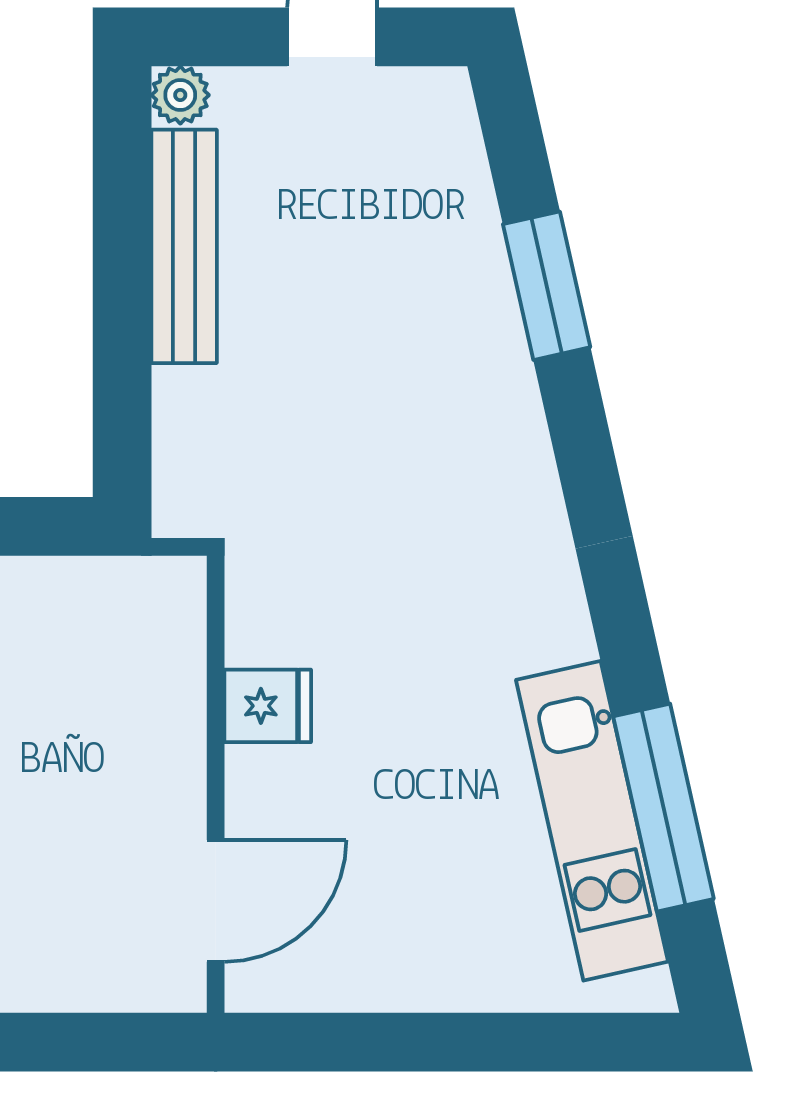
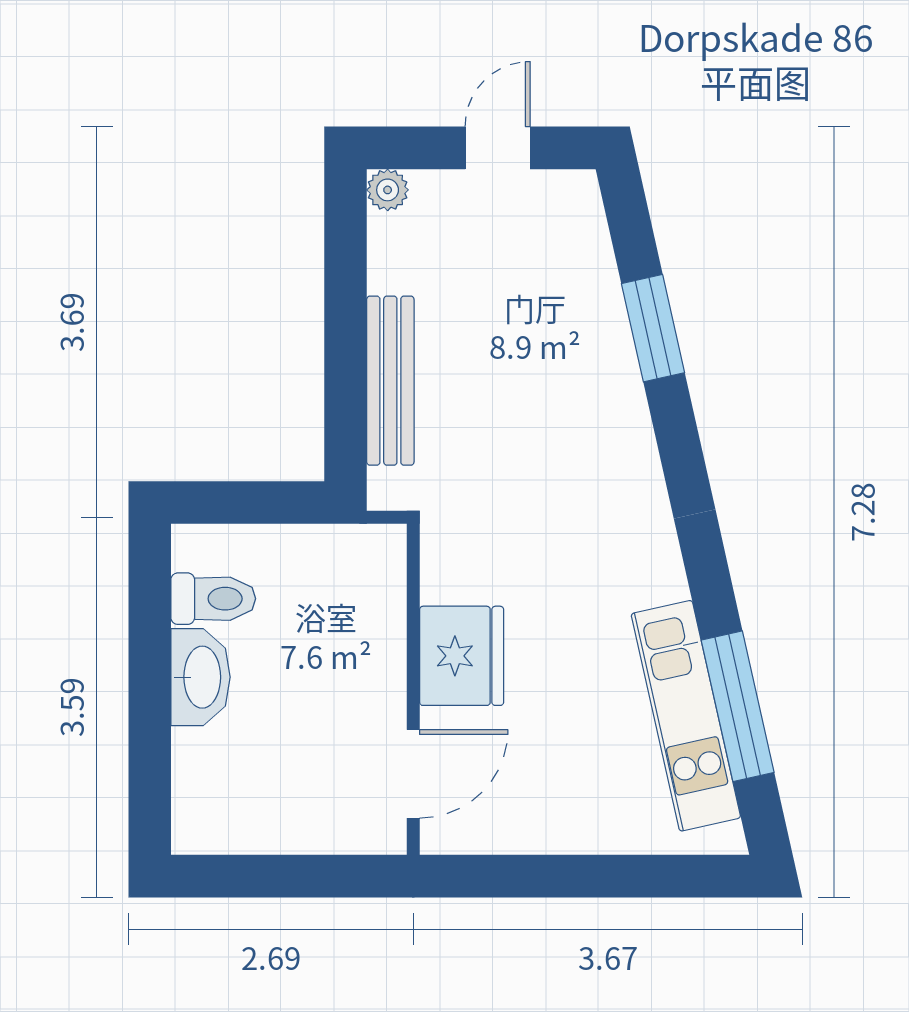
bench: (184, 246) -> (390, 381), moved
fridge: (268, 706) -> (462, 656), width x1.88, depth x1.34

